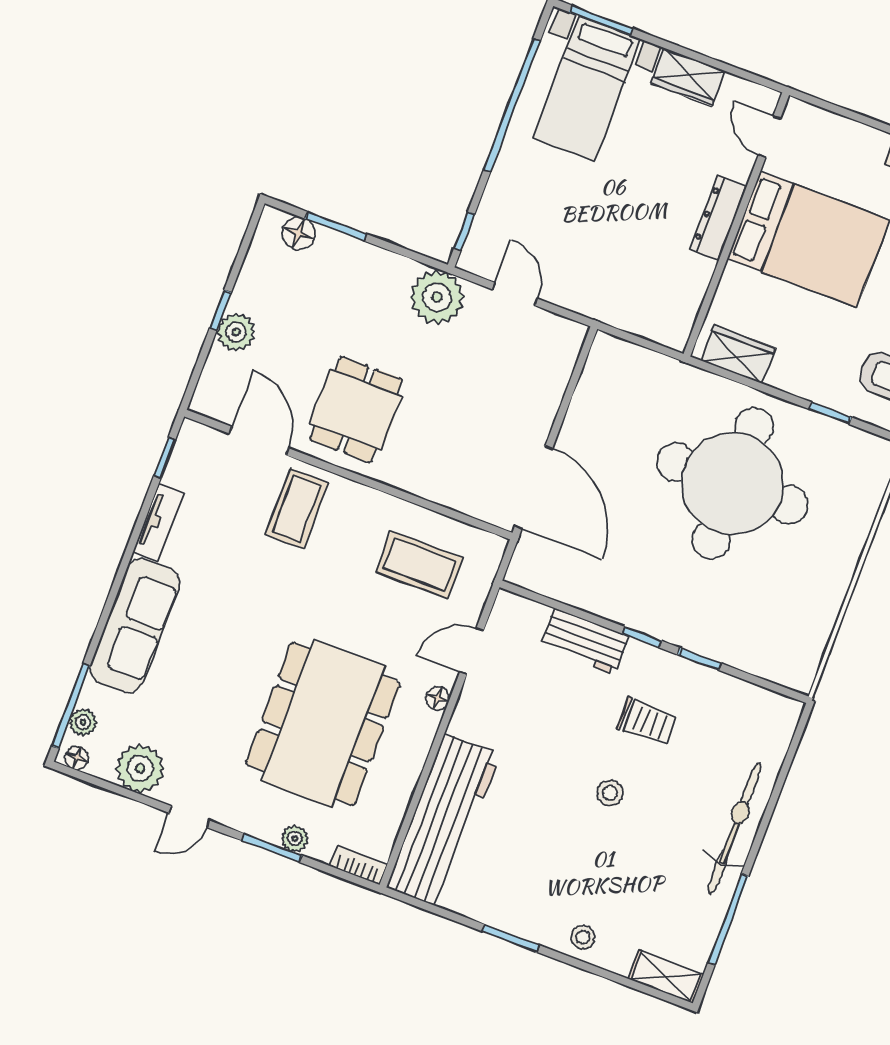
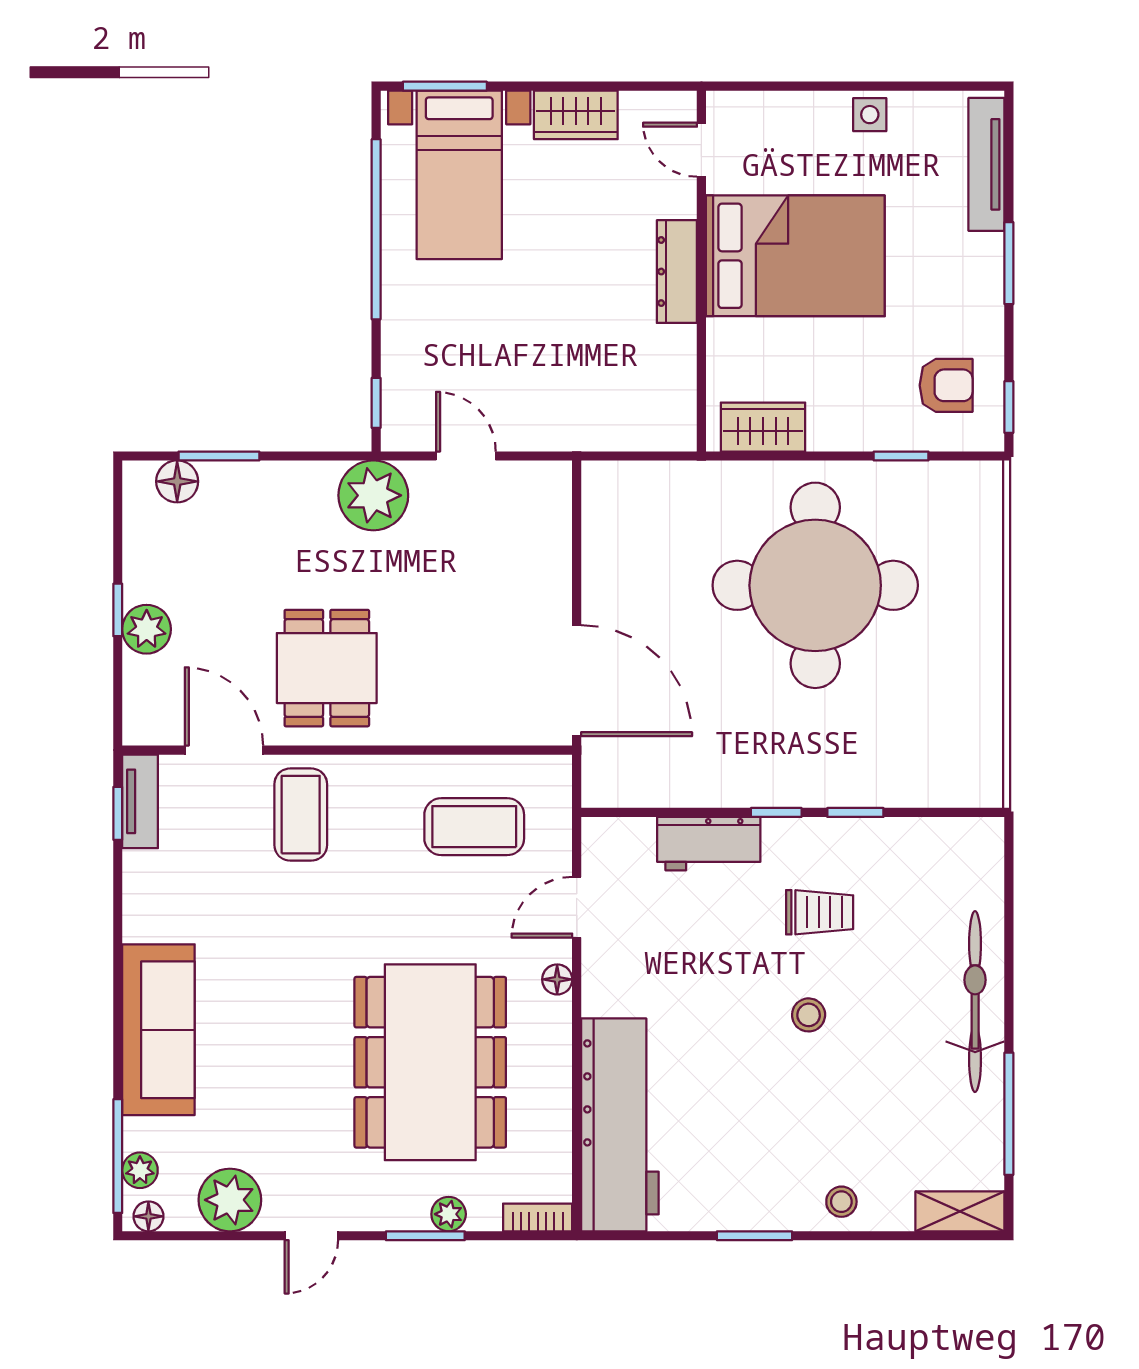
tv unit: (159, 522) -> (140, 801), moved

